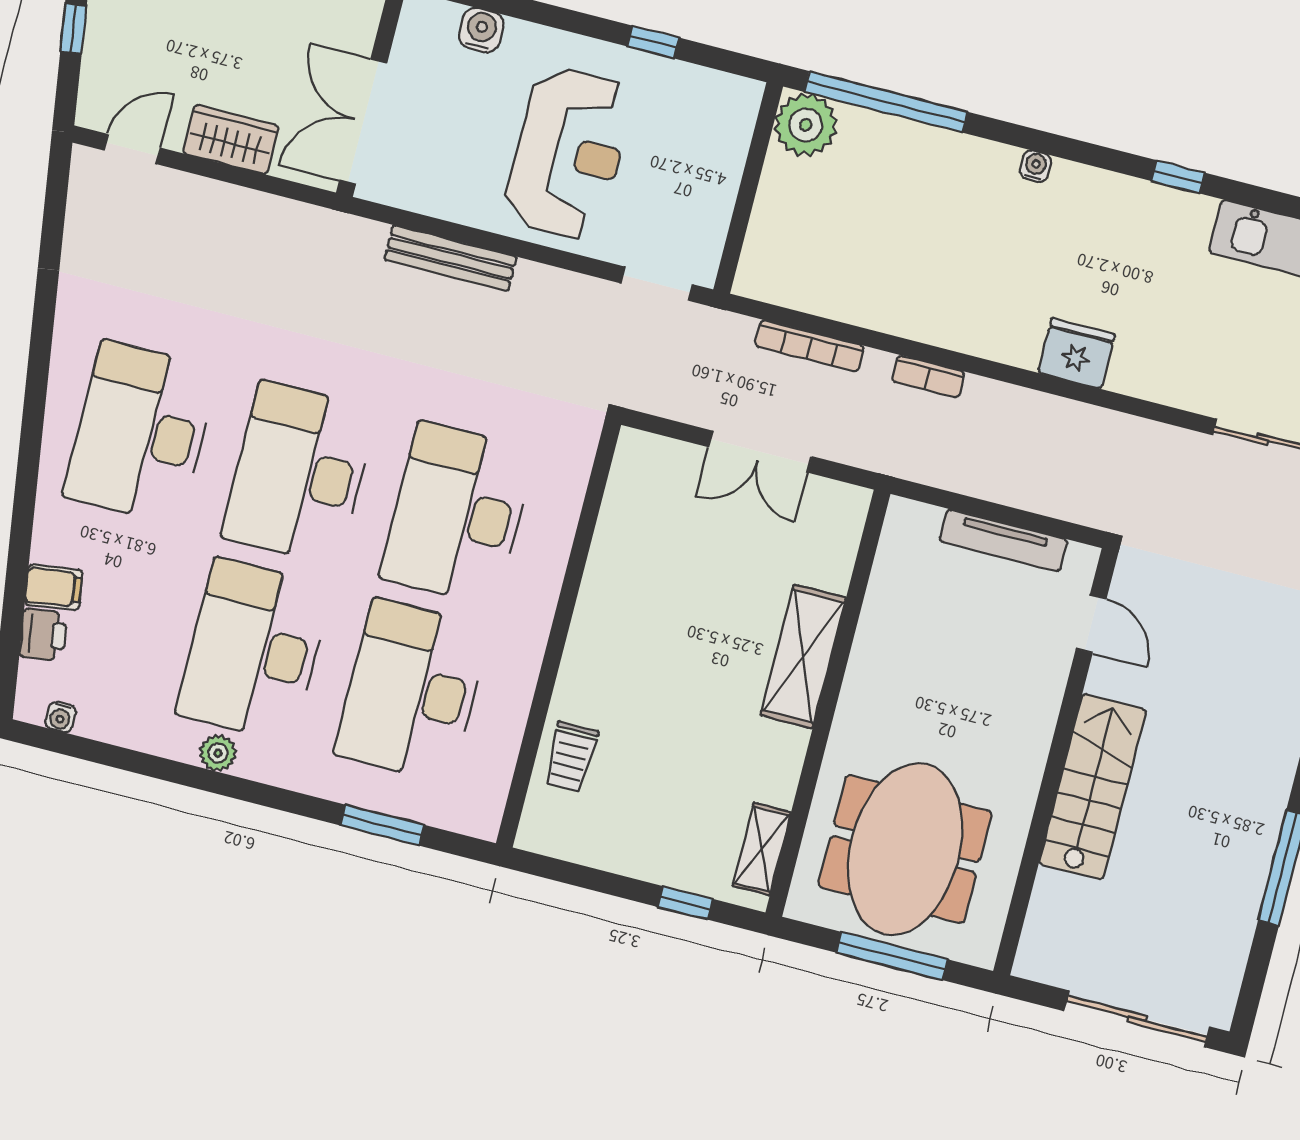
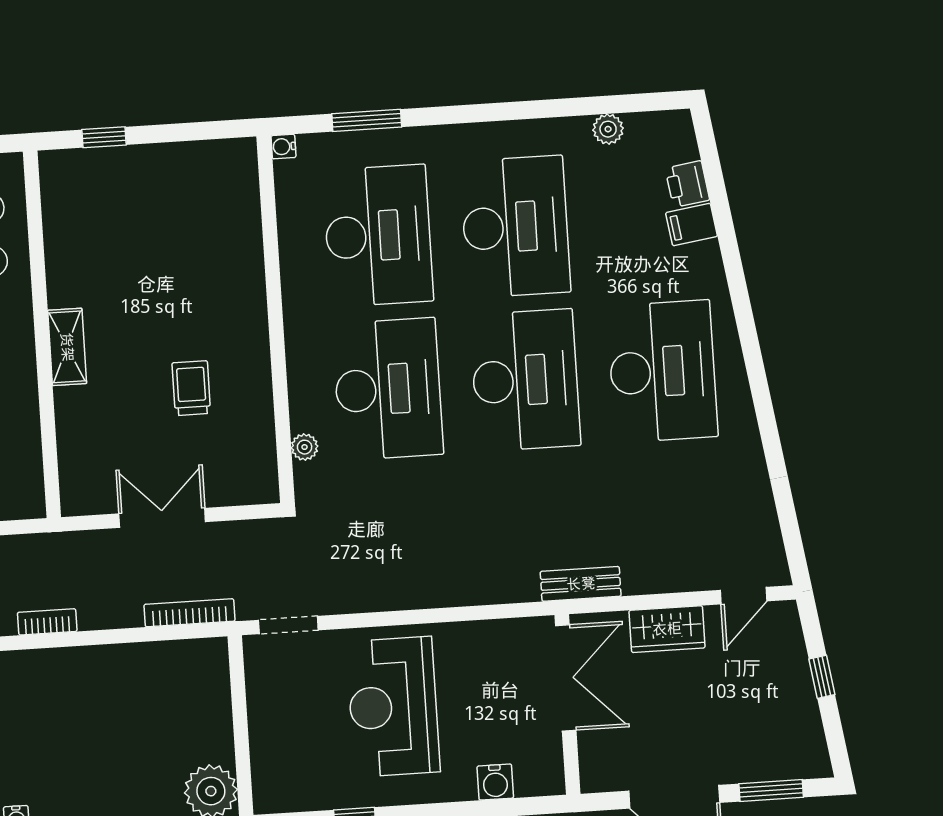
bench: (451, 258) -> (581, 584), moved, width x0.73
bookcase: (810, 346) -> (189, 613), moved
plant: (573, 479) -> (305, 447), added
shelving: (803, 656) -> (67, 347), width x0.67, depth x0.75
water cooler: (60, 717) -> (283, 147), moved, turned -90
plant: (218, 753) -> (608, 129), moved
trolley: (571, 757) -> (191, 388), moved
shelving: (762, 849) -> (57, 200), removed

